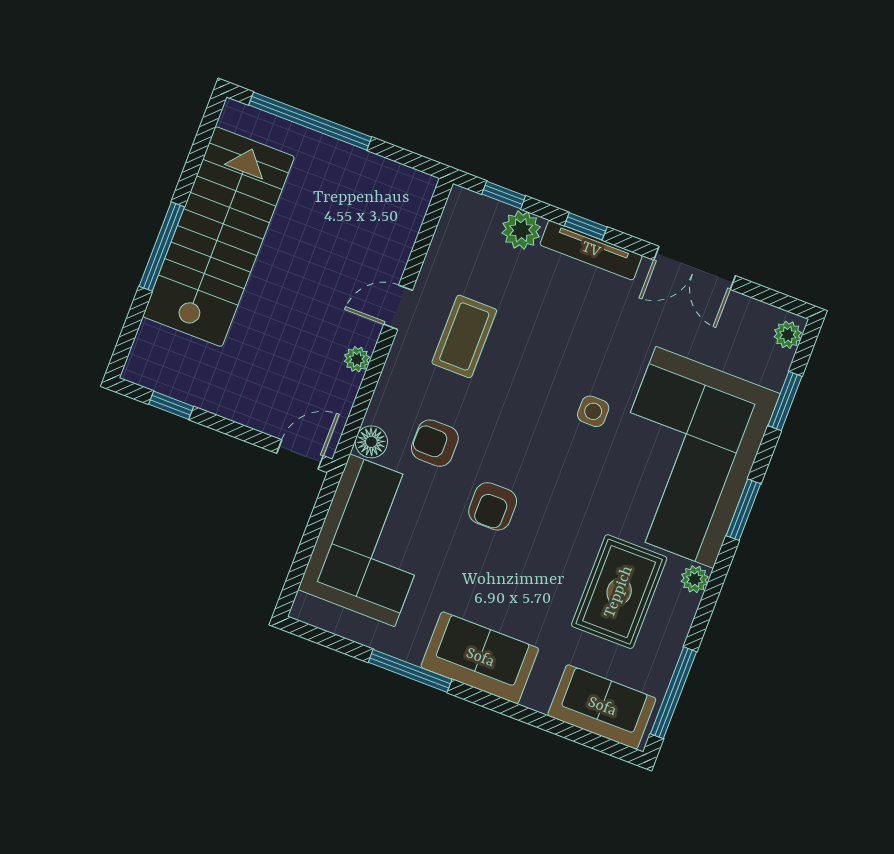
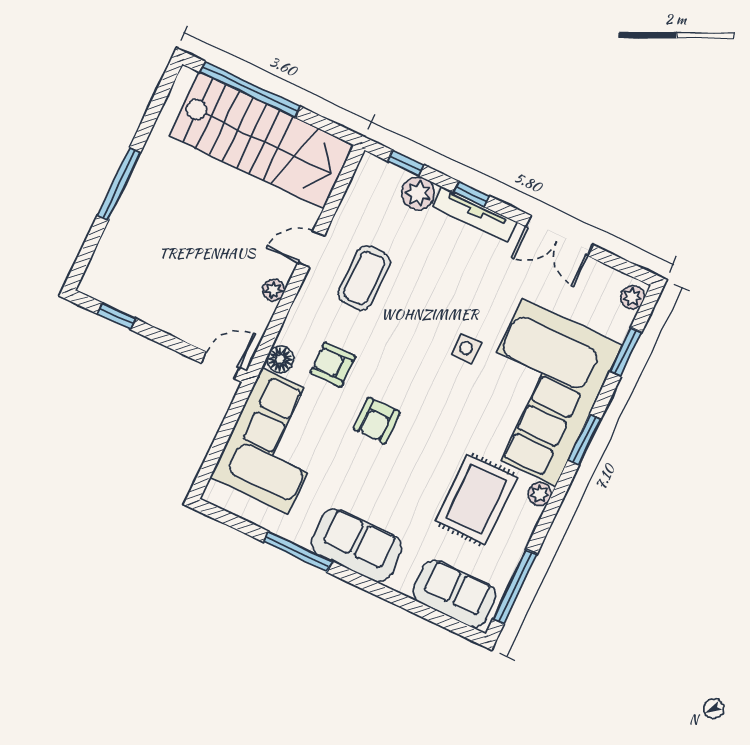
stairs: (219, 237) -> (261, 140), moved, turned 90

